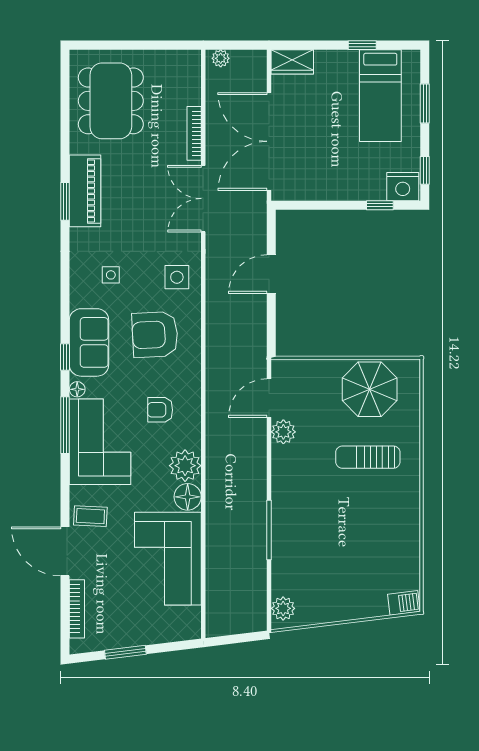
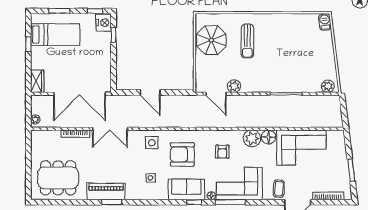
armchair: (155, 335) -> (182, 154), turned 93

